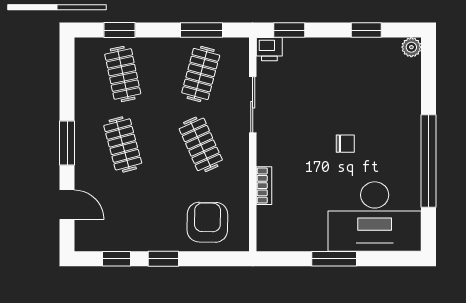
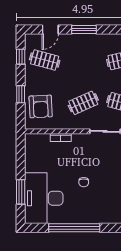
clothes rail: (123, 144) -> (45, 60), moved, turned 30
armchair: (207, 222) -> (41, 106), turned 86
window: (163, 259) -> (21, 94), moved
window: (334, 259) -> (21, 192), moved

